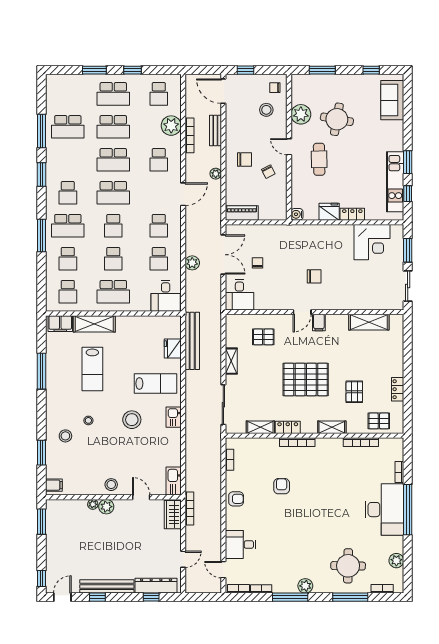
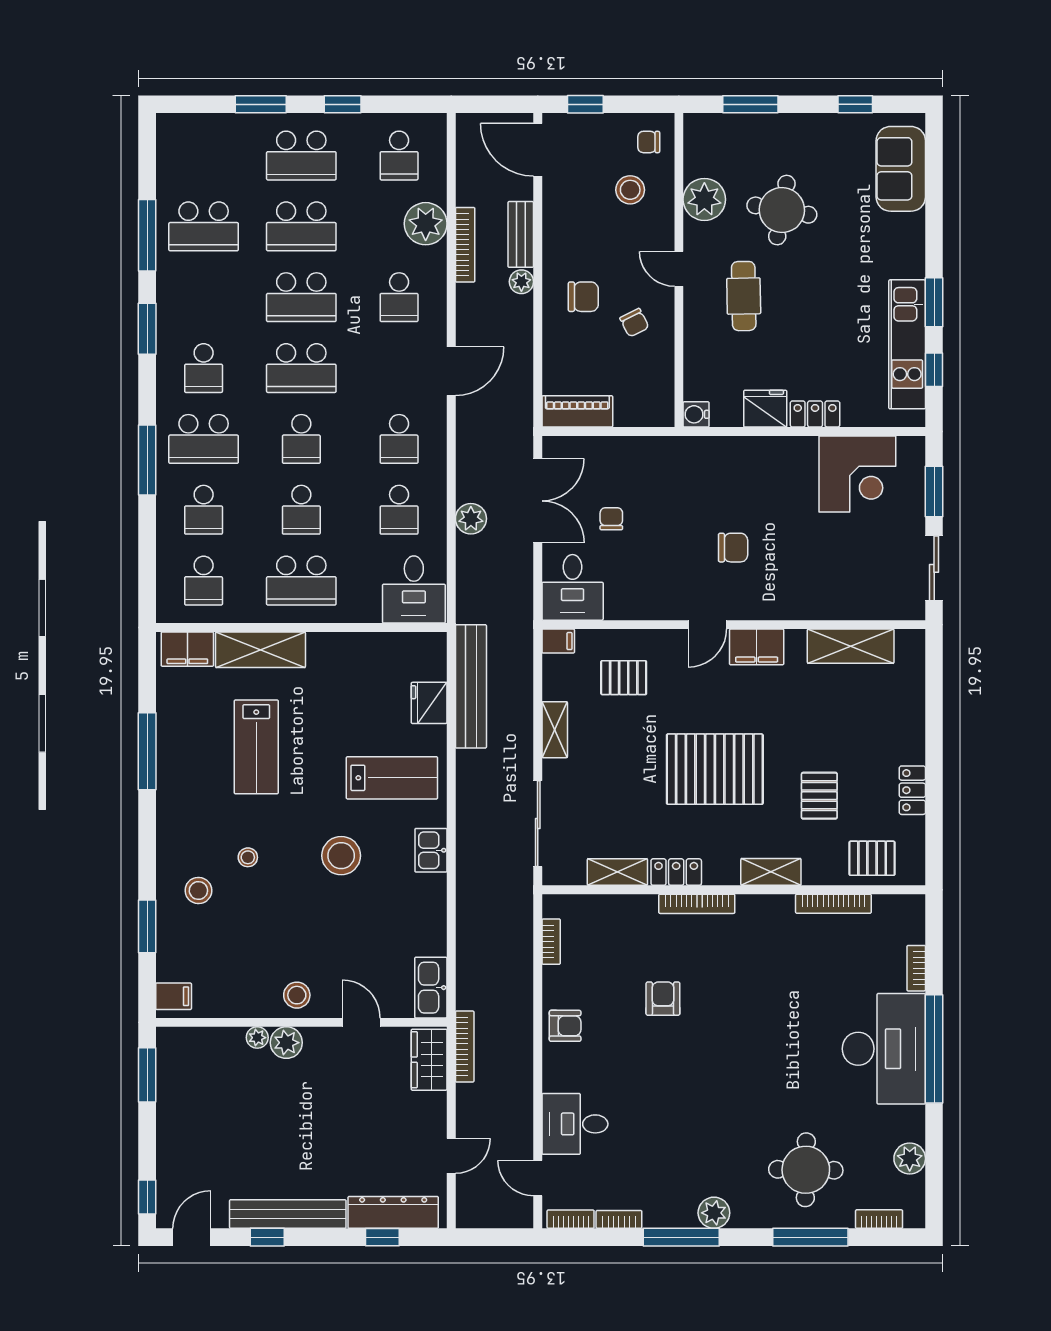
plant: (216, 174) -> (521, 282), moved
filing cabinet: (233, 320) -> (558, 641), added
filing cabinet: (319, 323) -> (757, 647), width x2.00

